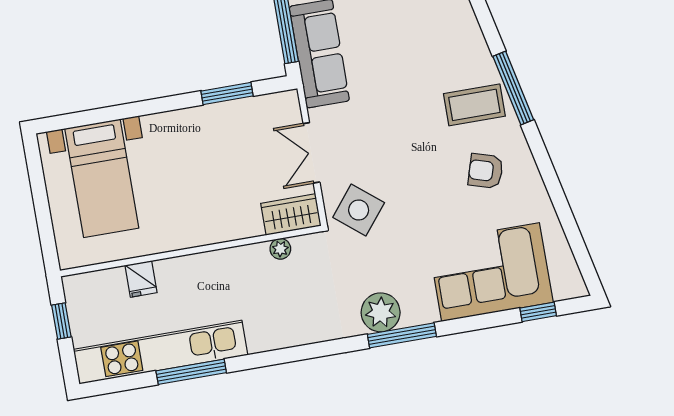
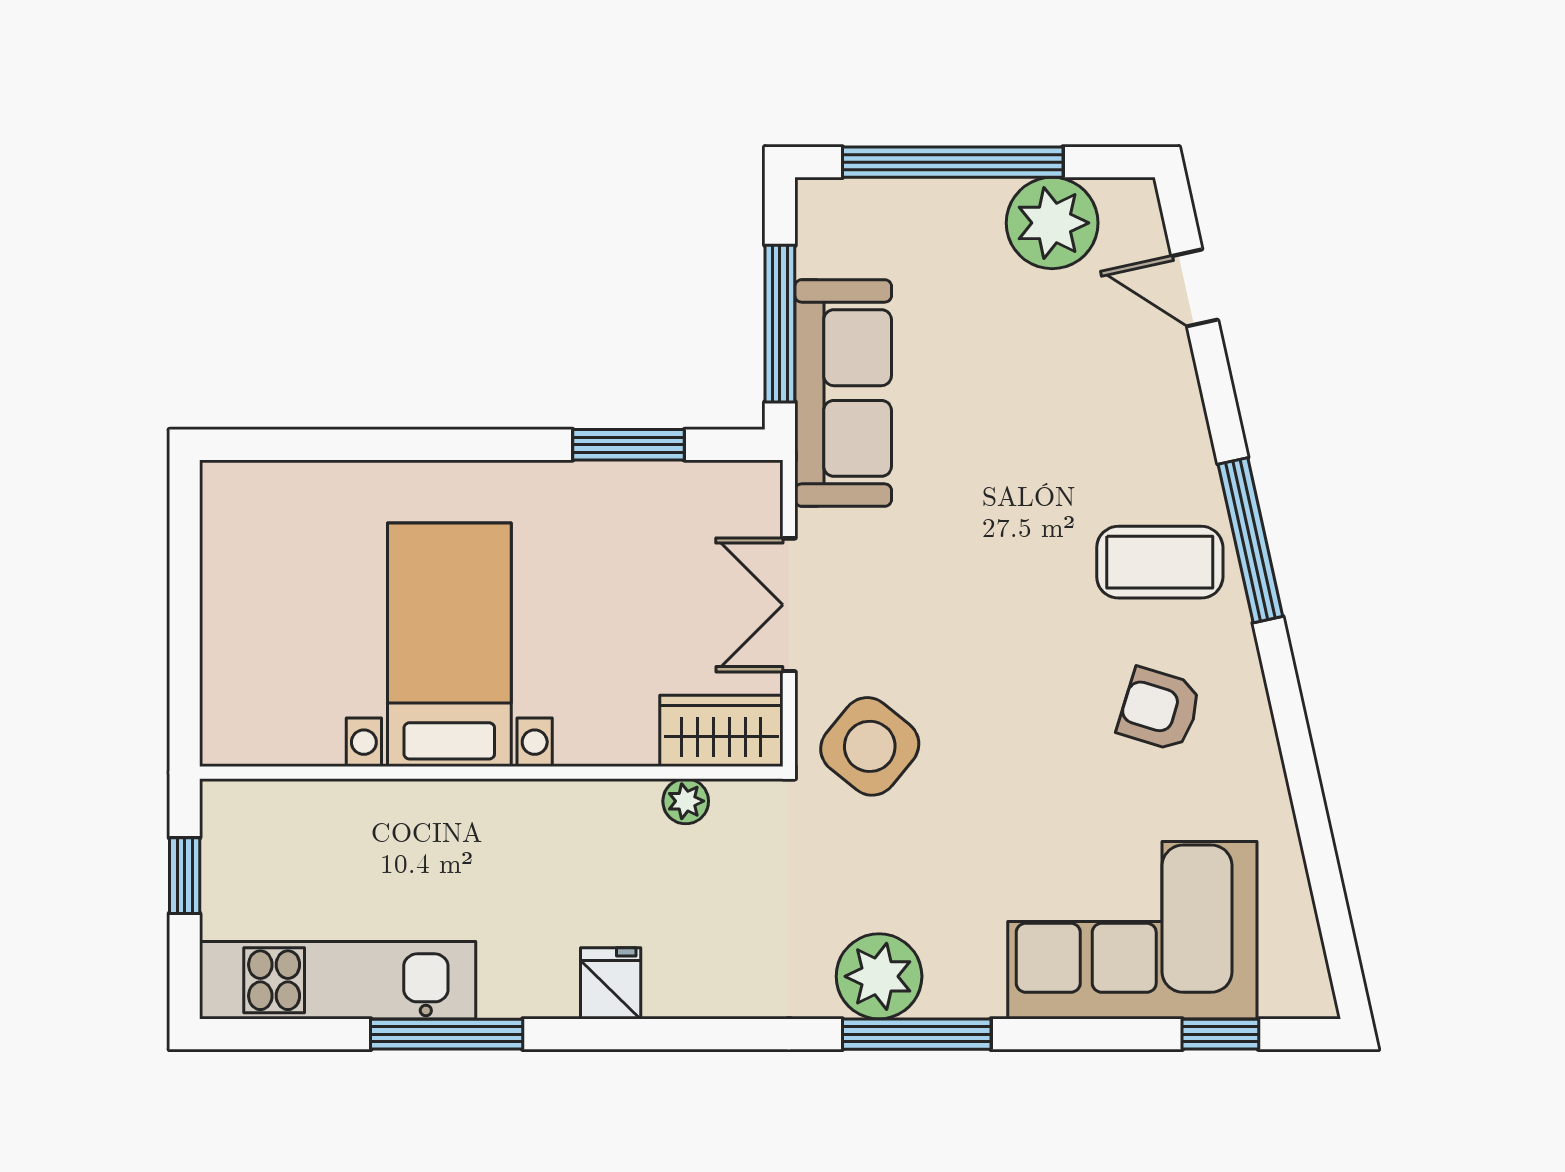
bed with nightstands: (102, 178) -> (449, 645), moved, turned 180
fridge: (141, 279) -> (611, 983), moved, turned 180
kitchen unit: (161, 352) -> (338, 980), width x0.73

